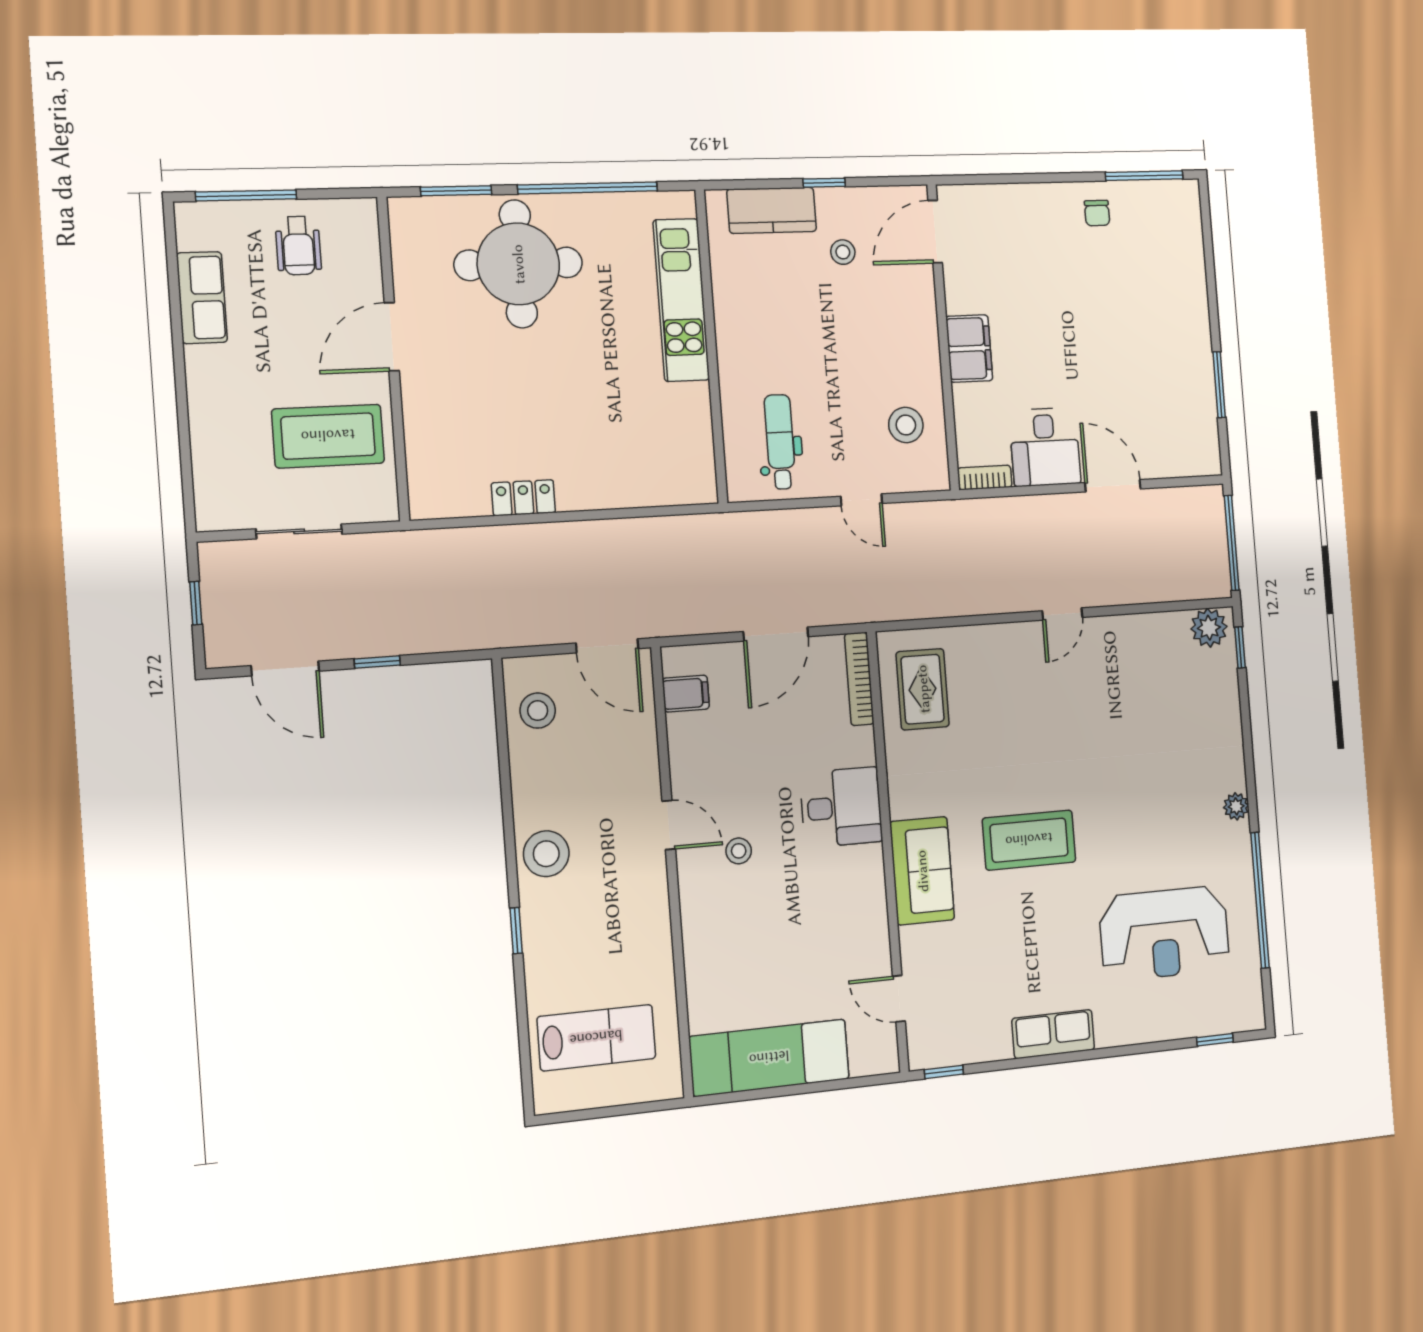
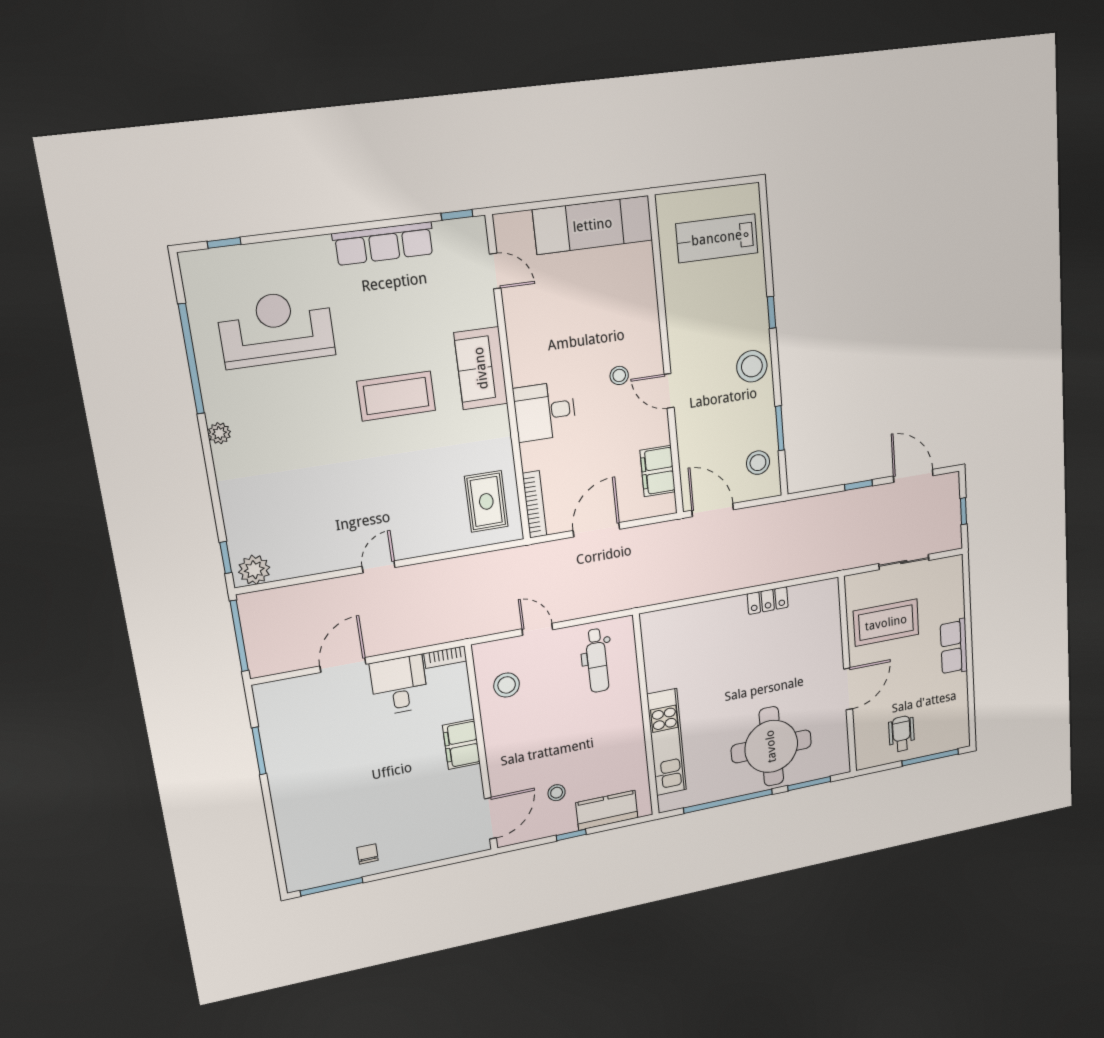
row of seats: (202, 298) -> (954, 647), moved
door: (1113, 486) -> (343, 665), swing flipped
filing cabinet: (686, 694) -> (658, 471), width x2.00
window: (504, 760) -> (780, 428), added
row of seats: (1053, 1034) -> (384, 244), width x1.48

